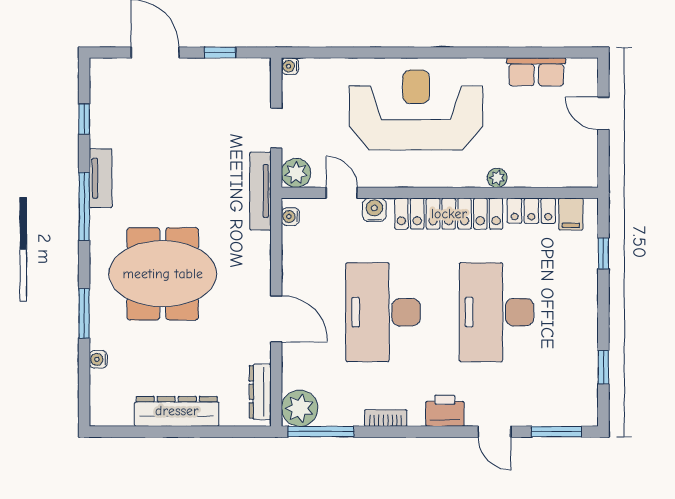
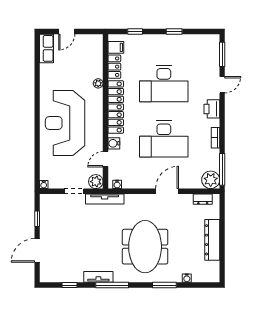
row of seats: (536, 72) -> (46, 48), moved
window: (603, 367) -> (174, 32), moved
dresser: (260, 392) -> (203, 199), width x0.70

